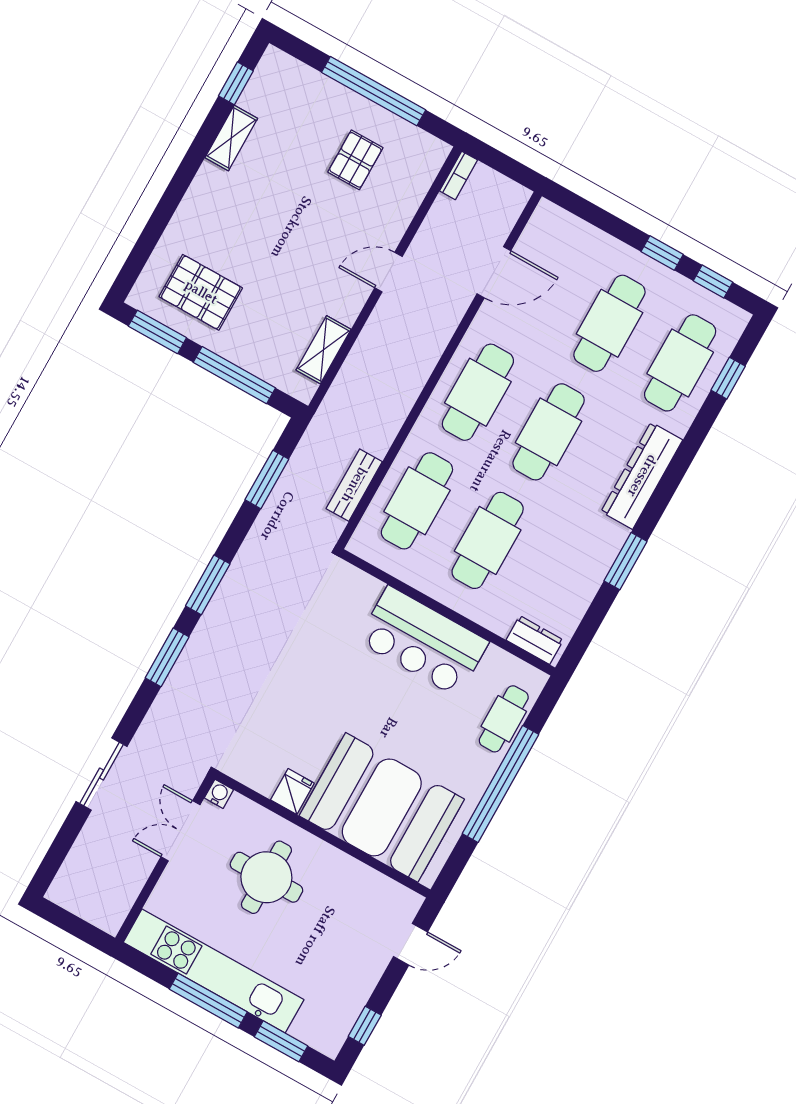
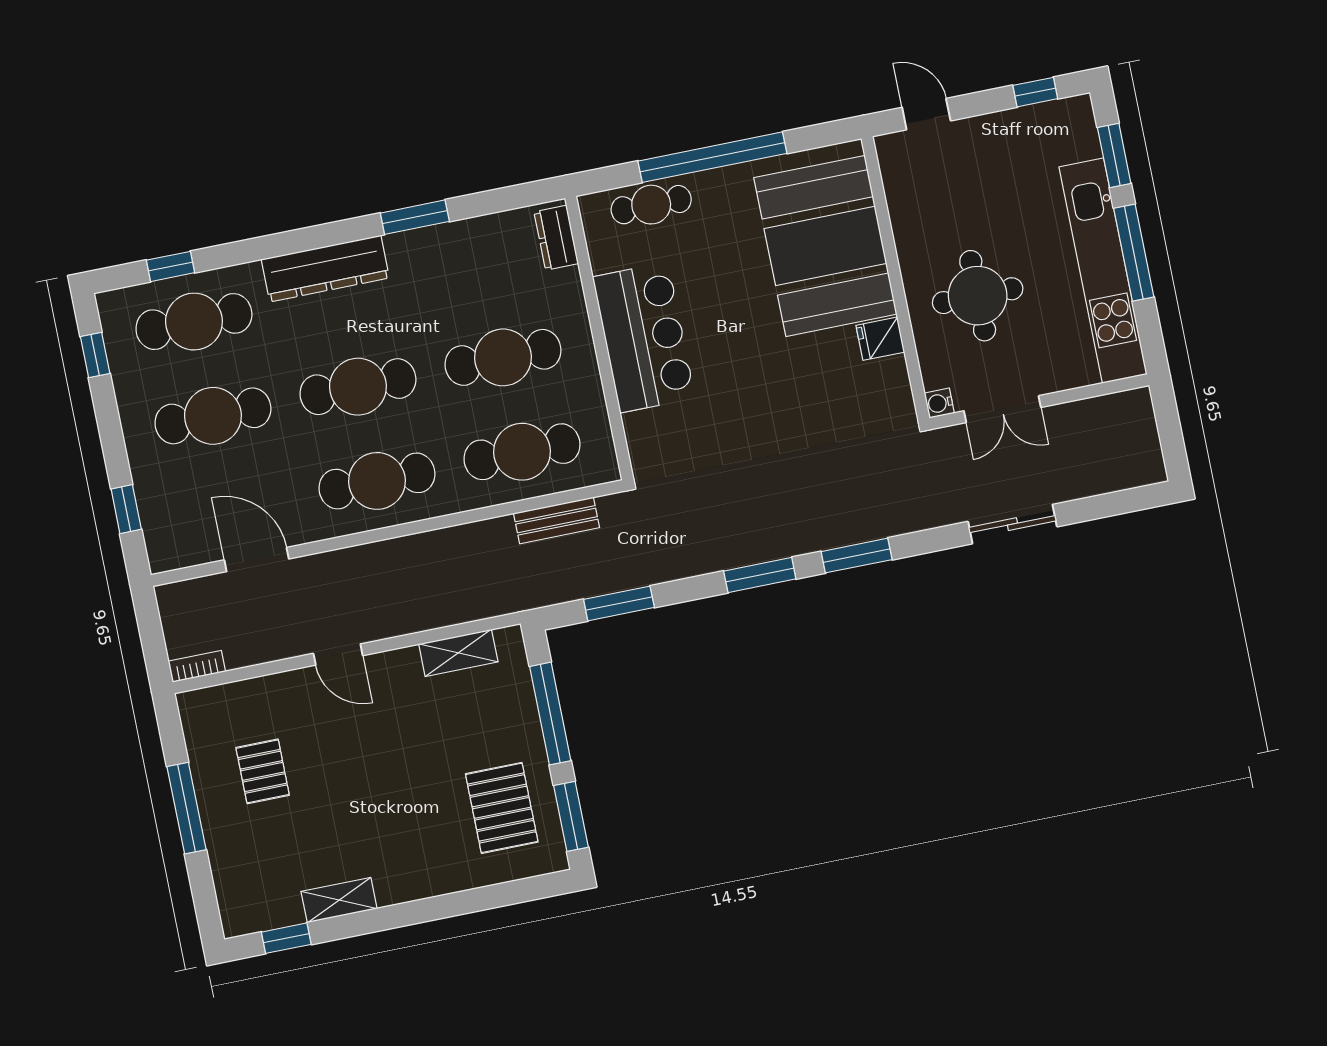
window: (374, 91) -> (186, 808), width x0.68
pallet: (355, 160) -> (263, 771), turned 90
window: (662, 253) -> (126, 509), moved

